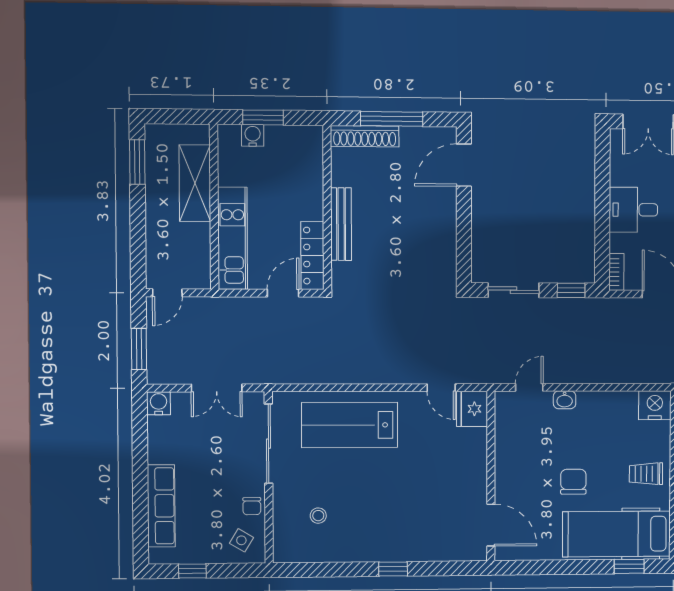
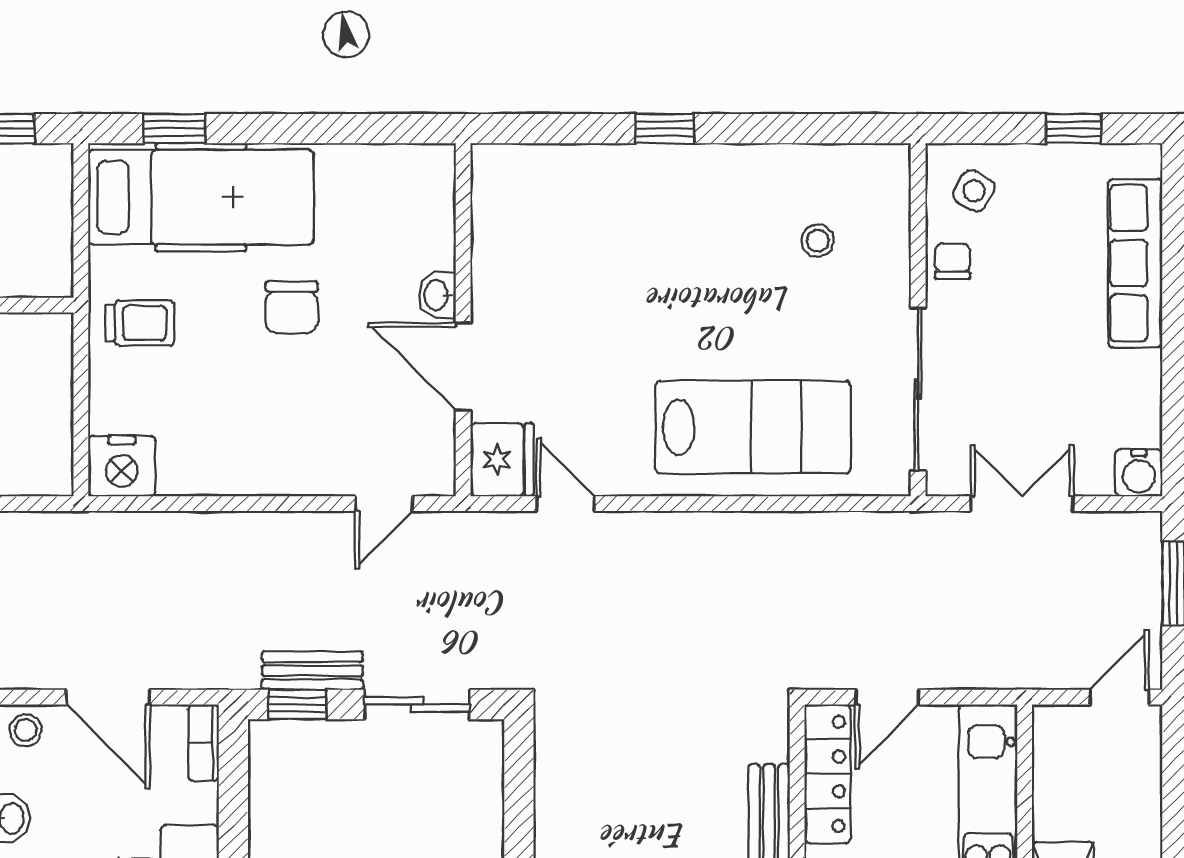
bench: (564, 307) -> (312, 671), added
washbasin: (565, 400) -> (437, 295), moved, turned -90
door: (491, 525) -> (463, 367), moved

